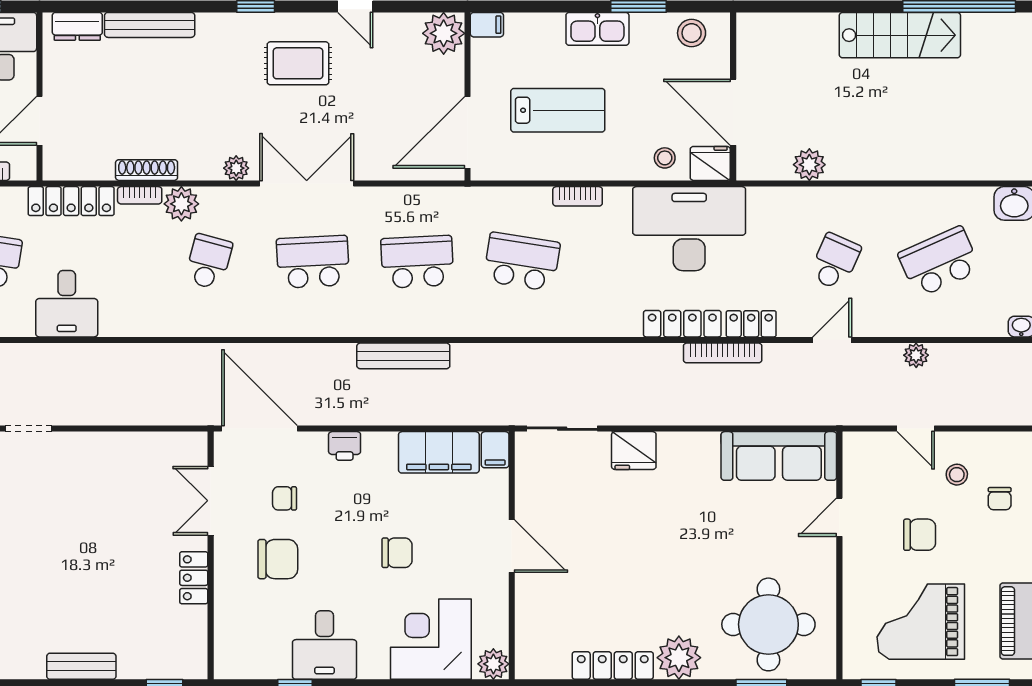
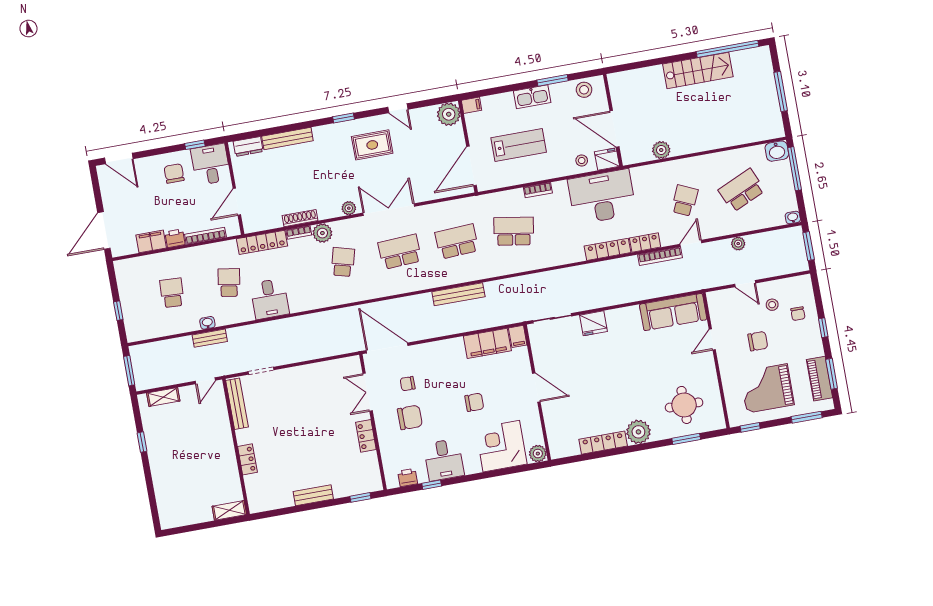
bookcase: (723, 353) -> (660, 256), moved
printer: (345, 446) -> (408, 478), moved, turned 180
round table: (768, 624) -> (684, 405), width x0.73, depth x0.73

